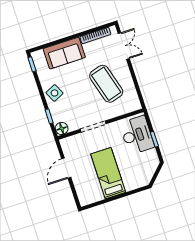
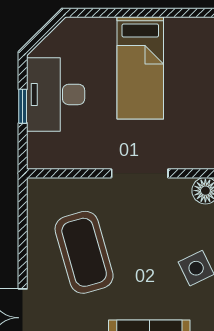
desk: (137, 135) -> (56, 94), moved

